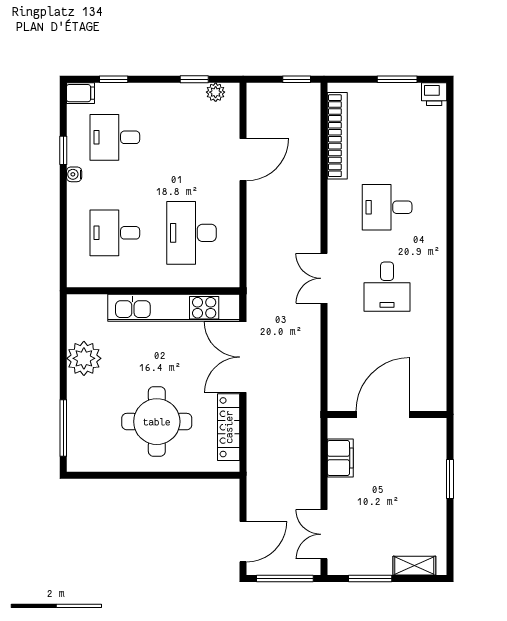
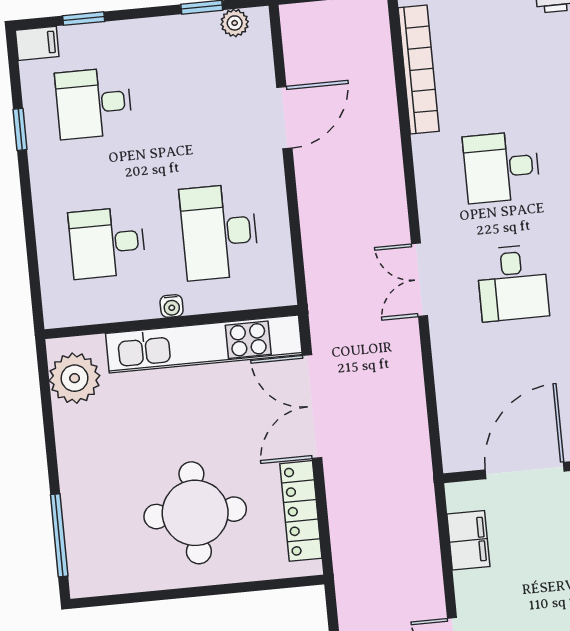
water cooler: (74, 174) -> (172, 306), moved, turned -90
plant: (84, 358) -> (75, 378), moved

